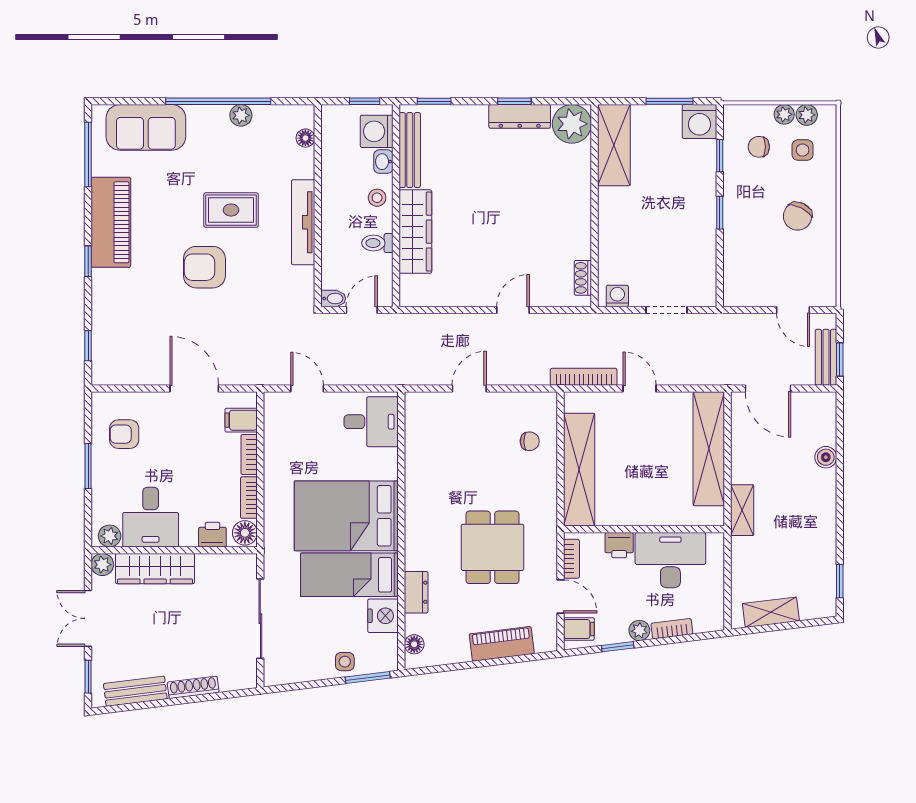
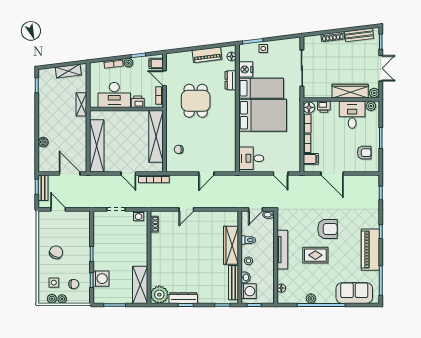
washing machine: (699, 122) -> (101, 279), moved, turned 90
shelving: (742, 510) -> (81, 104), moved
piano: (502, 644) -> (207, 55), moved

